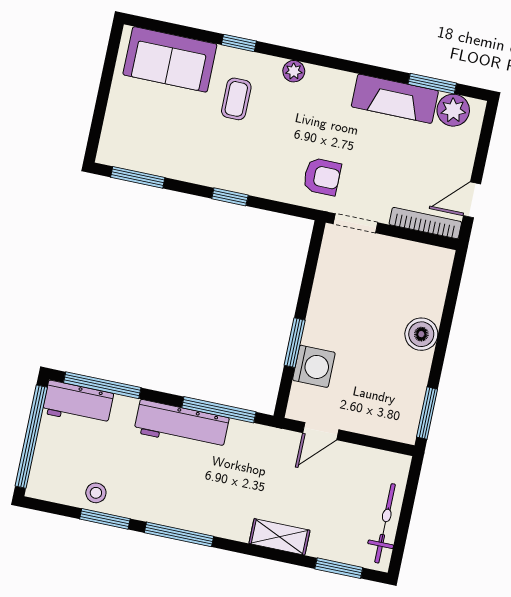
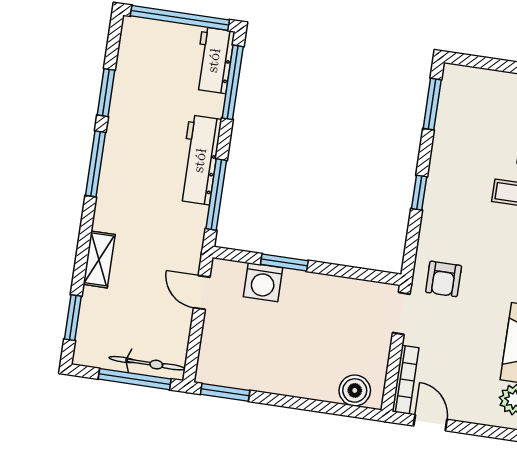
boiler: (421, 334) -> (355, 390), moved
stool: (96, 493) -> (130, 83), removed
window: (407, 507) -> (135, 379), added
bicycle: (385, 523) -> (147, 363), moved

